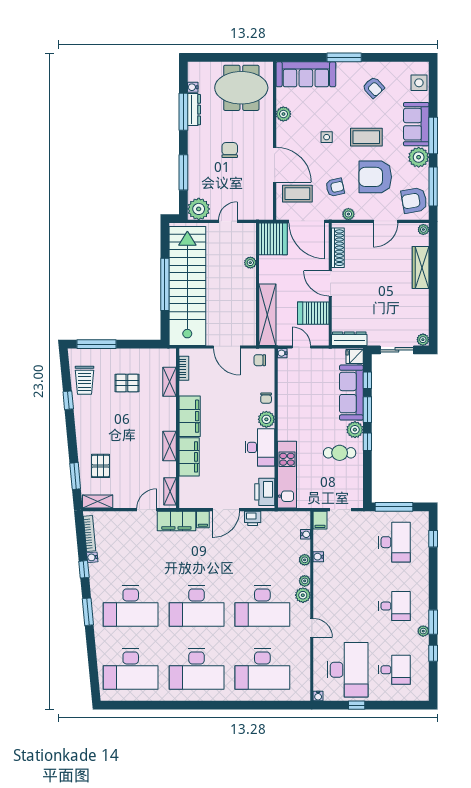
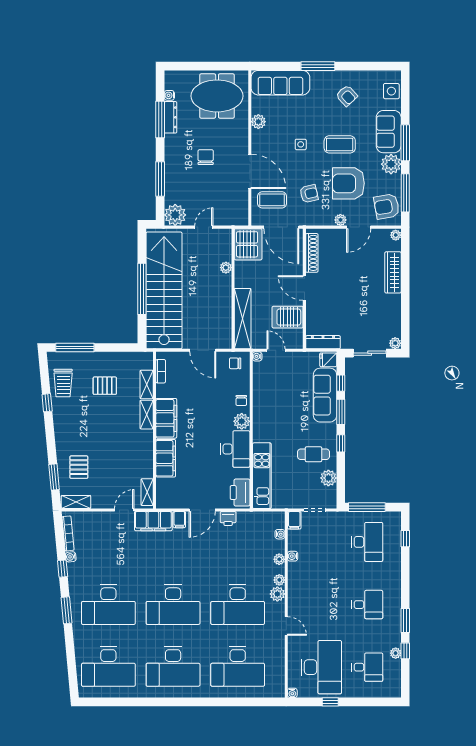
plant: (348, 214) -> (340, 220), moved
plant: (355, 430) -> (328, 478), moved
shelving: (170, 446) -> (147, 415), moved
plant: (423, 631) -> (396, 653), moved

